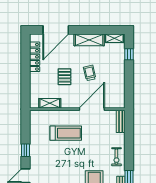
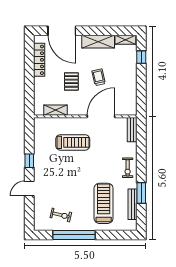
door: (56, 30) -> (62, 31), hinge flipped

